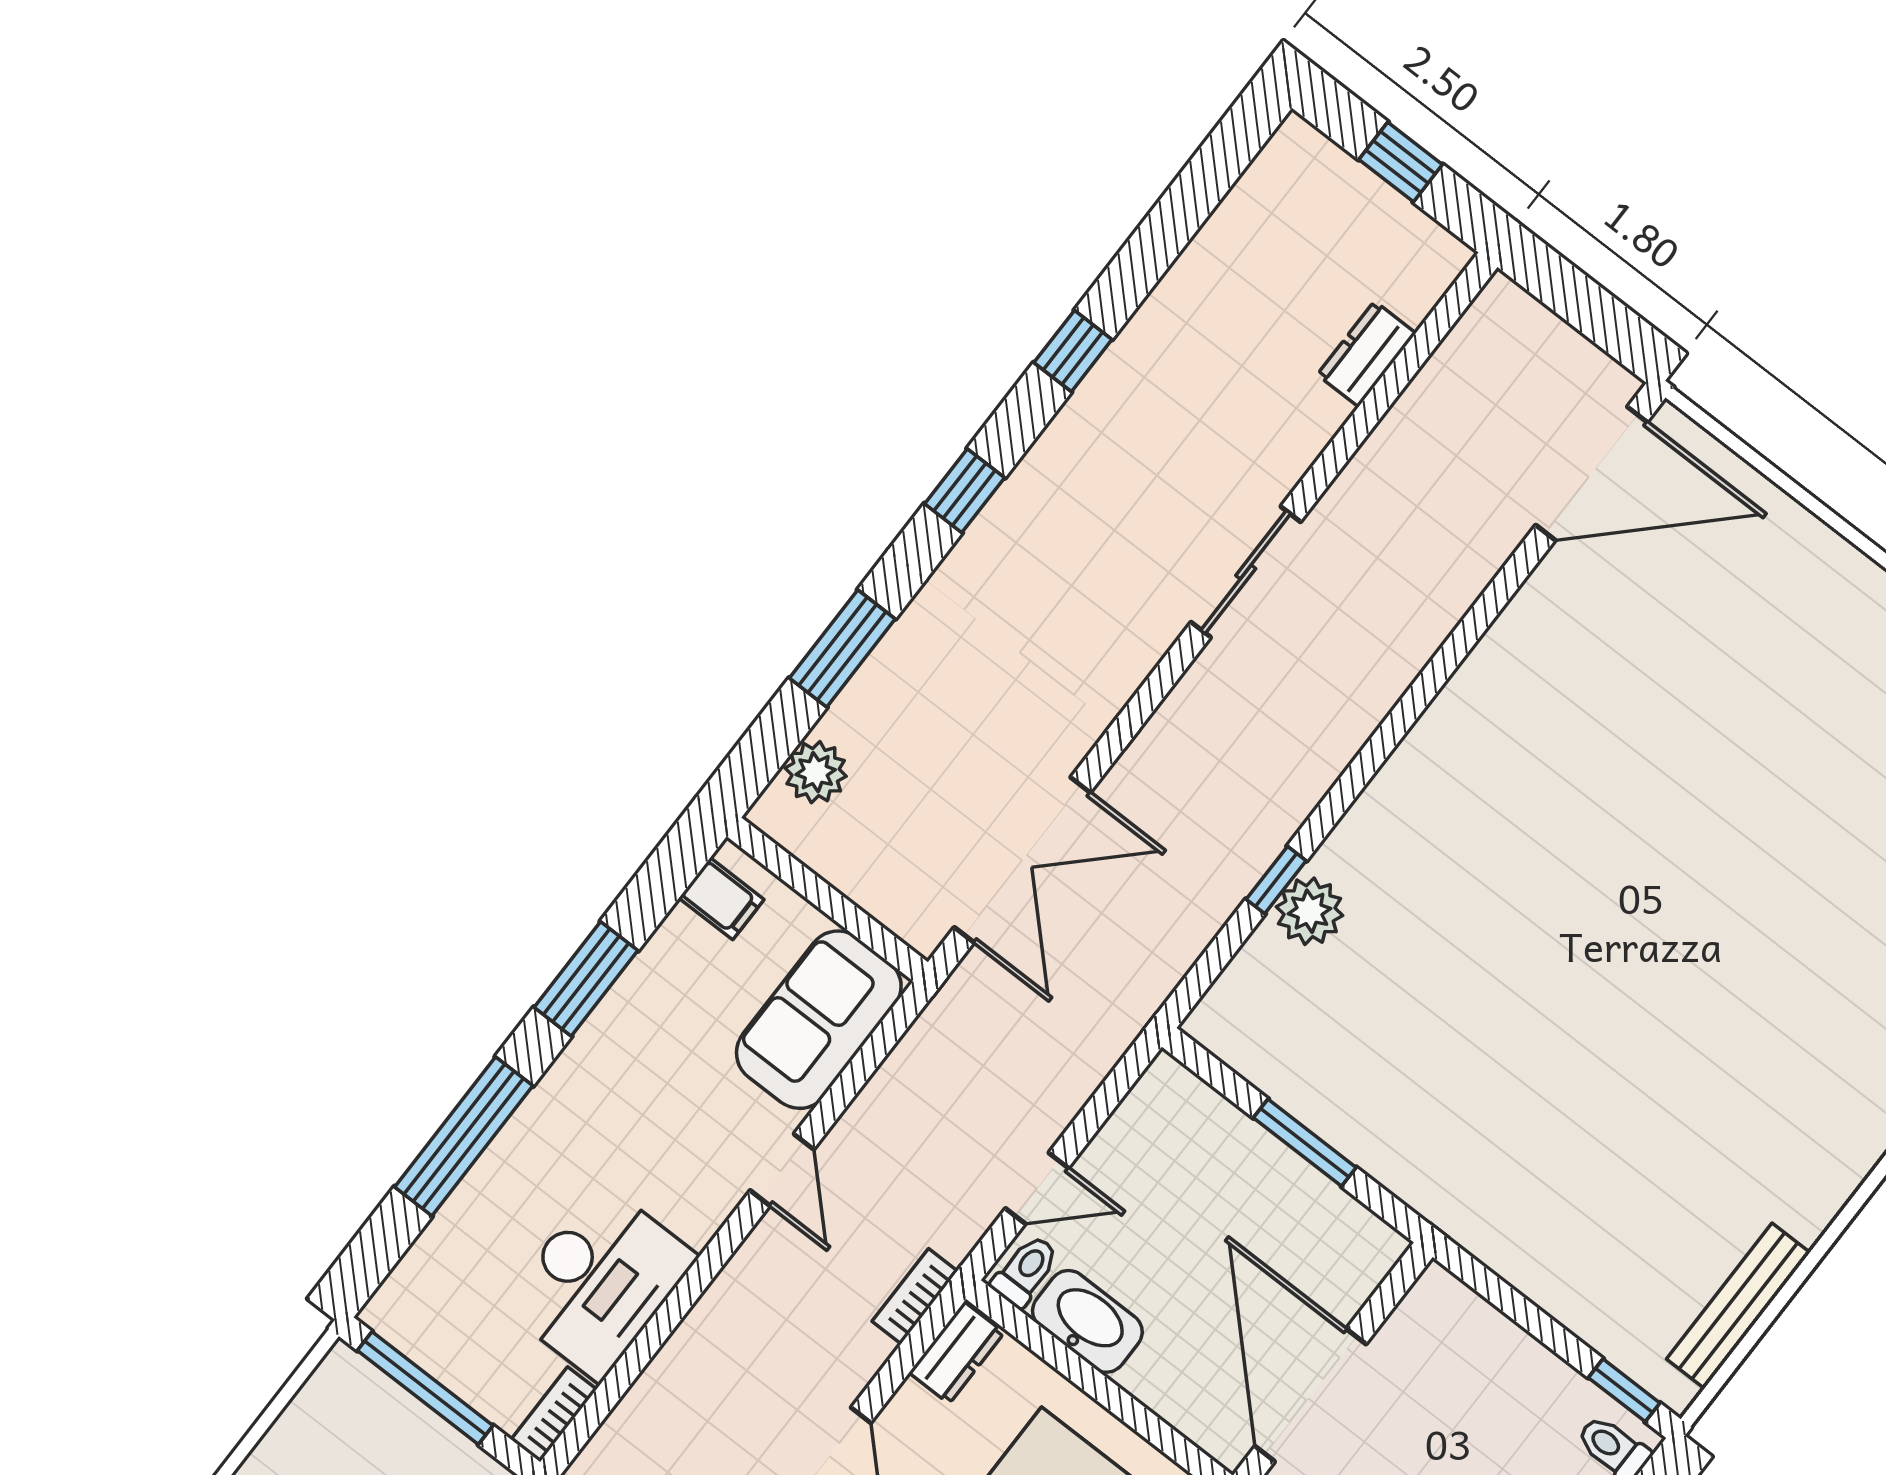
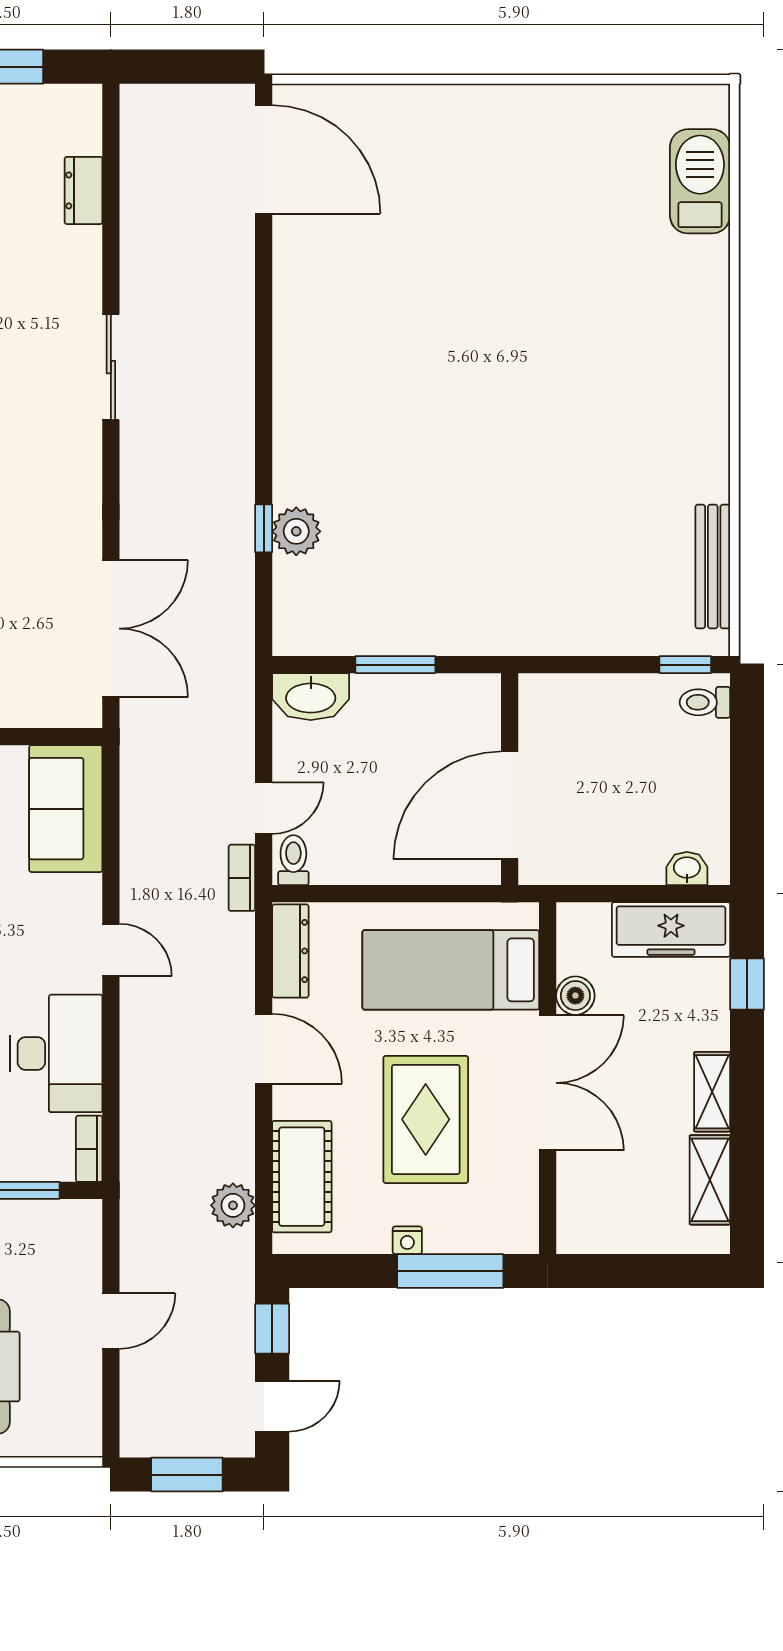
door: (1591, 474) -> (264, 159), hinge flipped
door: (782, 1170) -> (111, 950), moved
bookcase: (915, 1296) -> (242, 878), moved
washbasin: (1087, 1321) -> (311, 697), moved, turned 180
dresser: (957, 1353) -> (290, 951), width x1.44
door: (1310, 1395) -> (510, 805), hinge flipped

